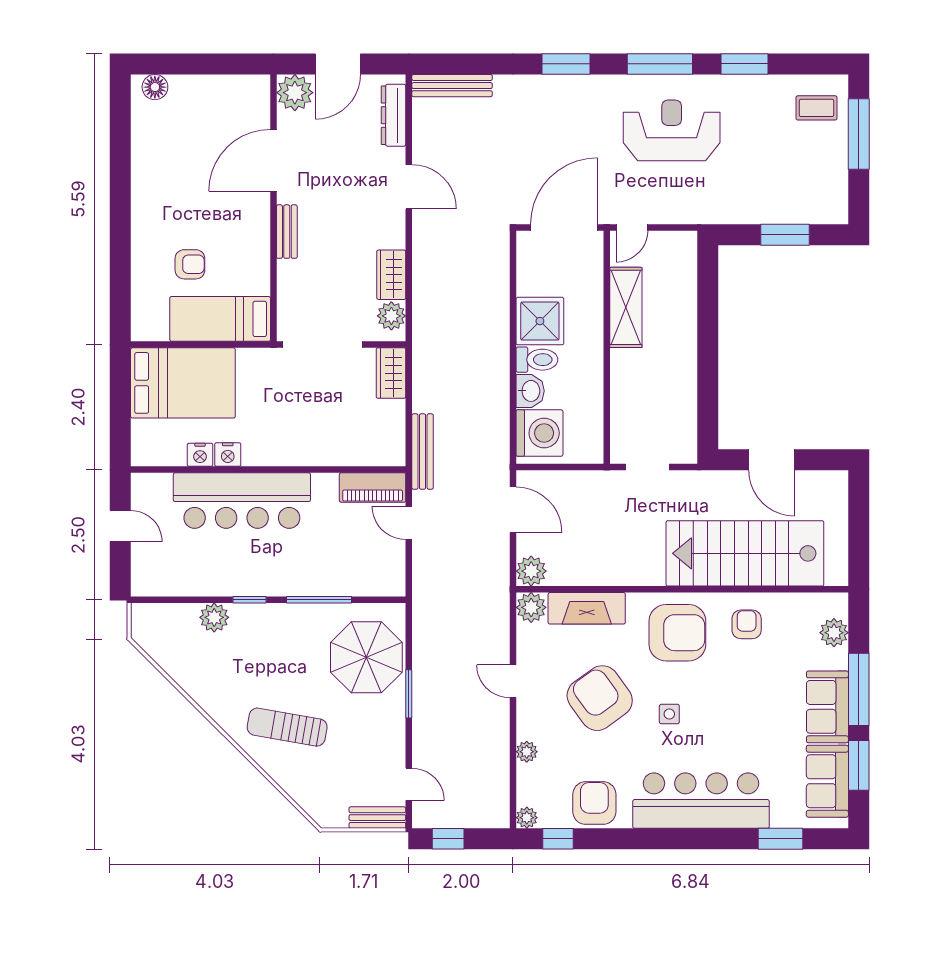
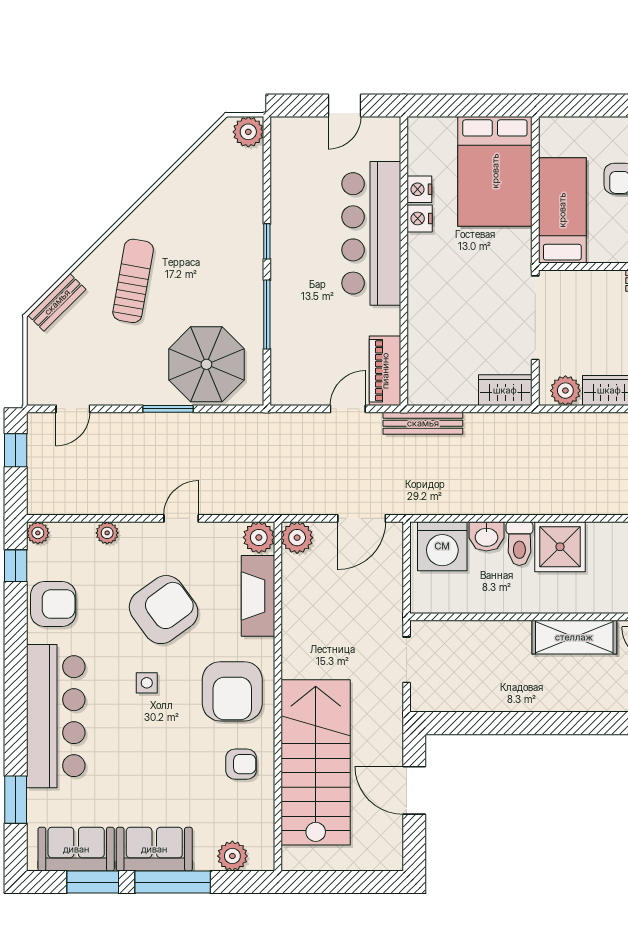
door: (772, 460) -> (414, 790), hinge flipped
plant: (214, 617) -> (248, 132), moved
bench: (377, 818) -> (57, 302), moved, turned 45

